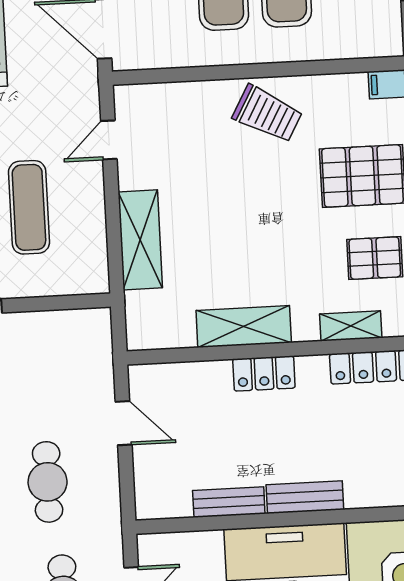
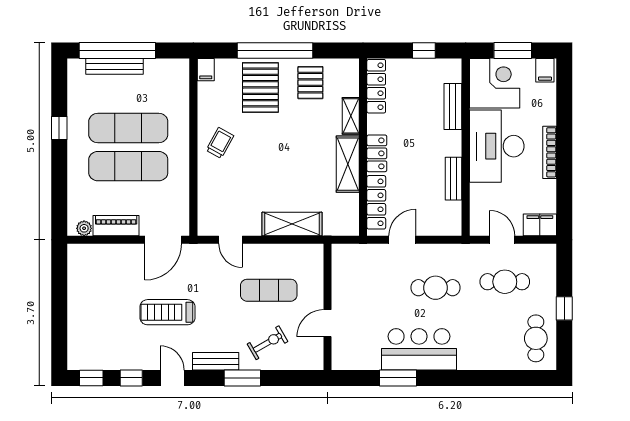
trolley: (267, 114) -> (220, 143), width x0.73, depth x0.72
shelving: (351, 326) -> (351, 116), moved
locker: (183, 377) -> (376, 202), added
bench: (305, 497) -> (453, 106), moved

